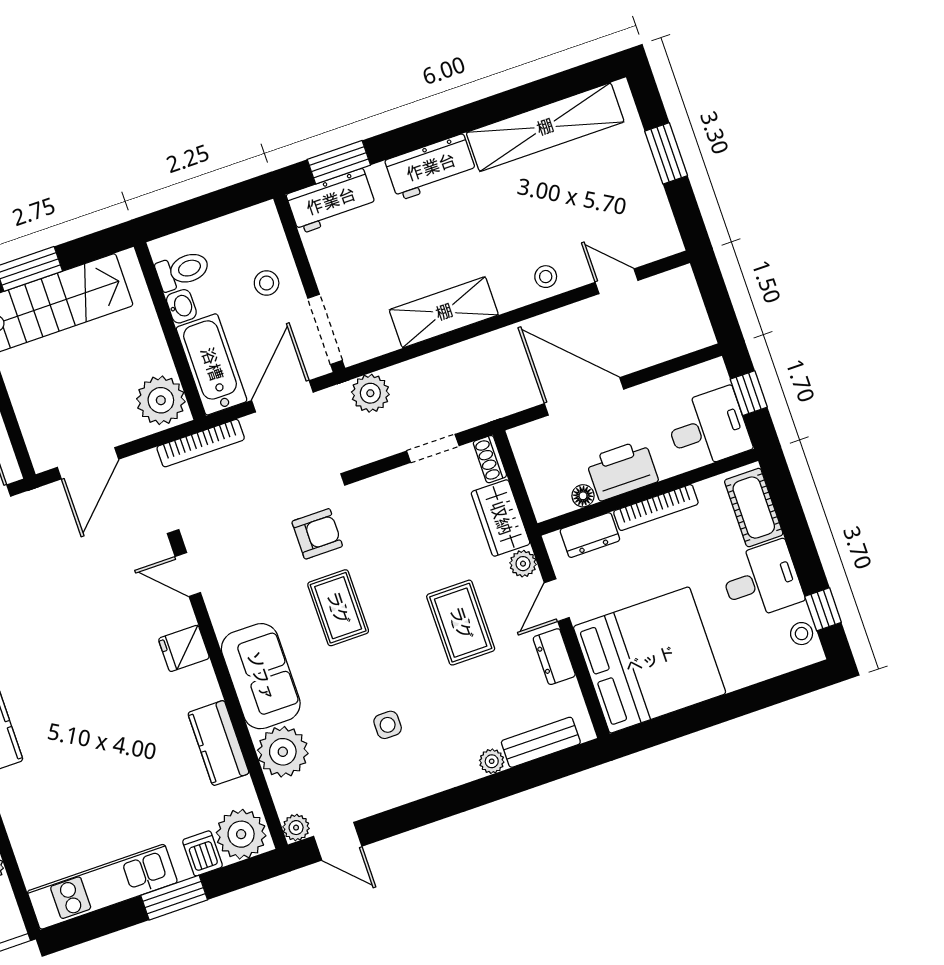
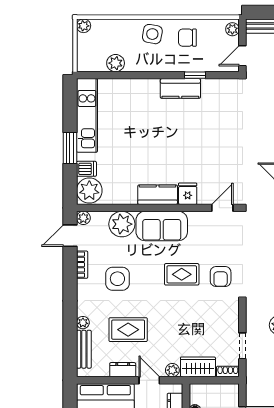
rug: (461, 623) -> (128, 330), moved
side table: (388, 725) -> (117, 279), width x1.87, depth x1.87
kitchen counter: (218, 743) -> (158, 195), moved
bookcase: (384, 800) -> (82, 265), added

